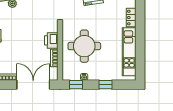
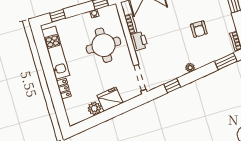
window: (106, 85) -> (58, 16), moved

